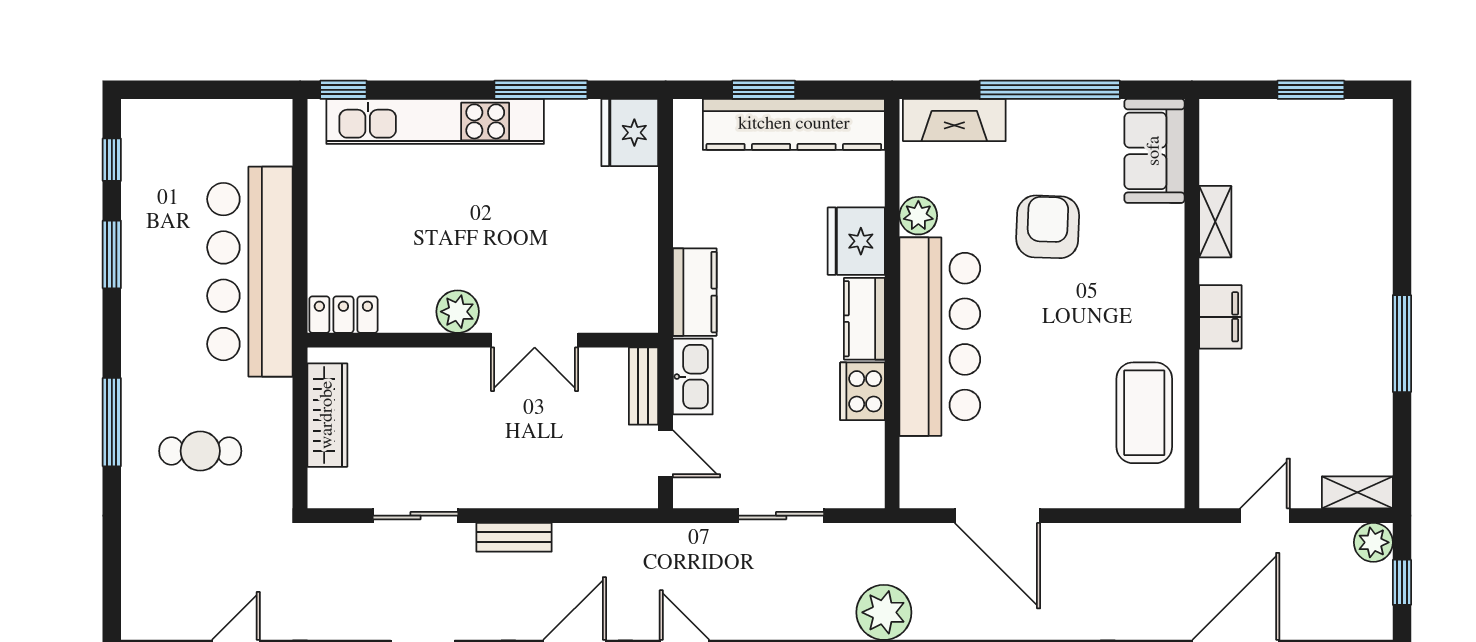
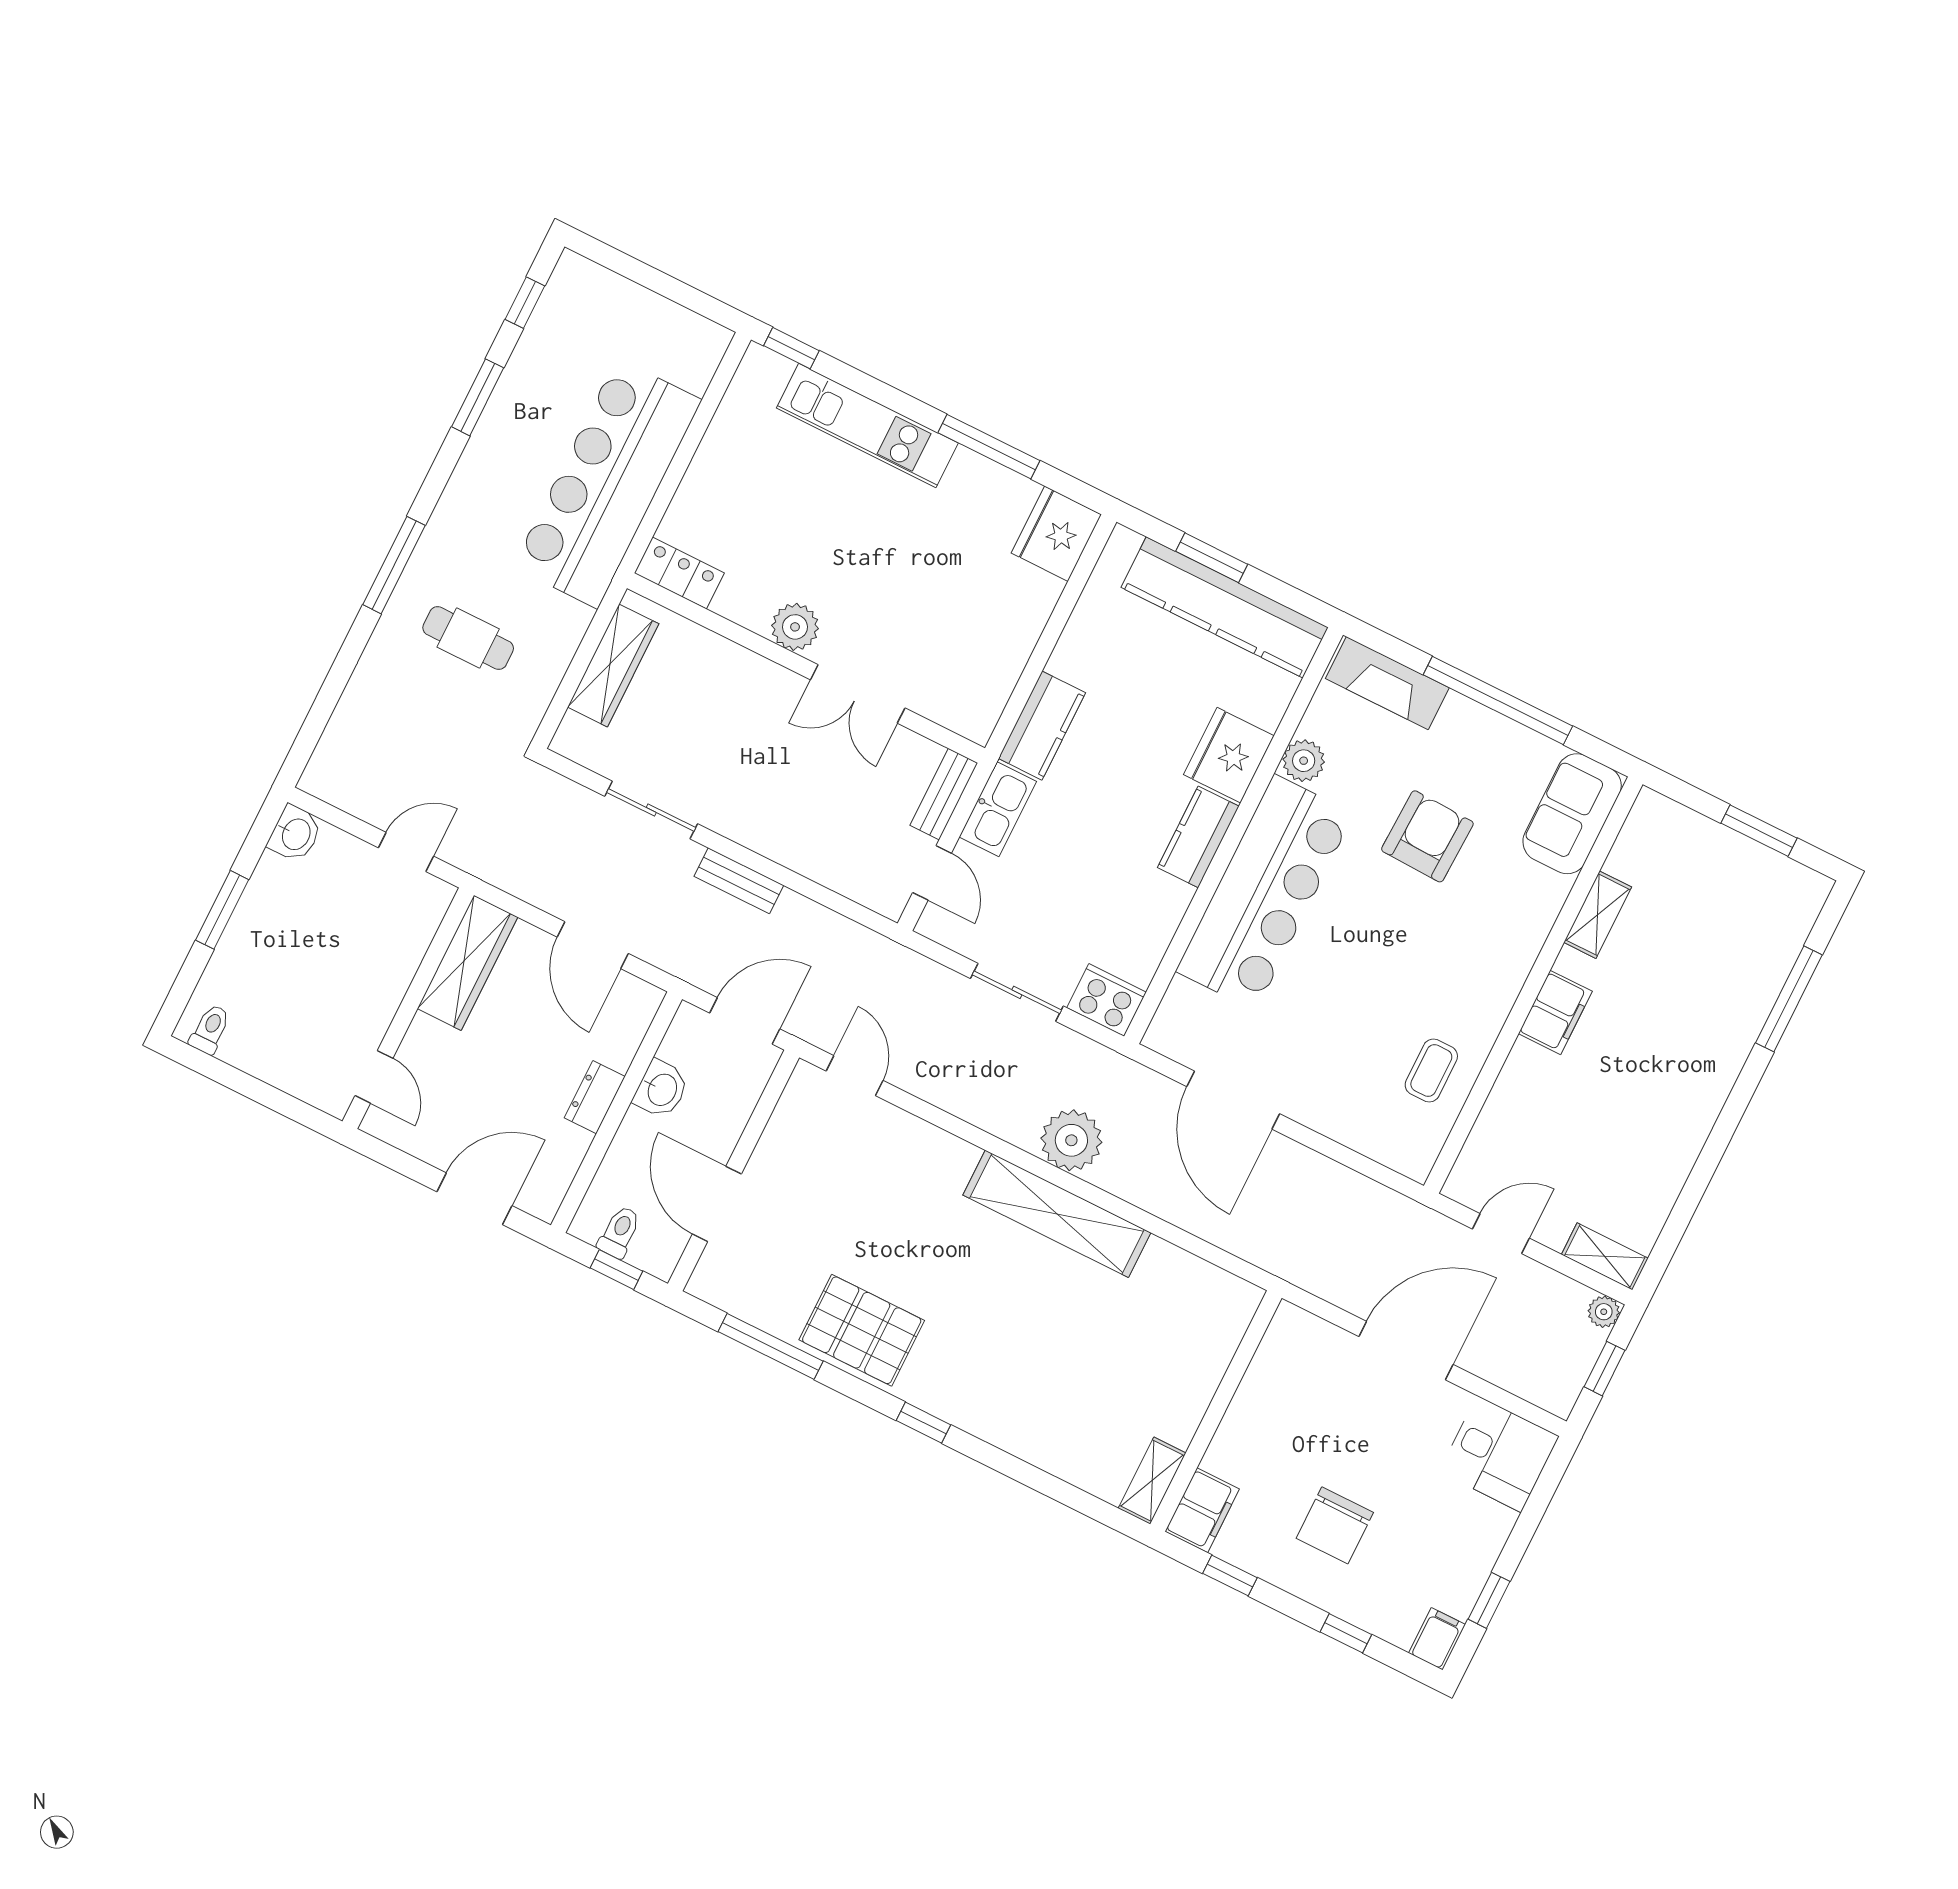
kitchen unit: (435, 121) -> (867, 426), width x0.73
window: (1402, 344) -> (1789, 999), moved
cooker: (863, 391) -> (1106, 1000), moved, turned 90
coffee table: (1144, 413) -> (1431, 1071), width x0.54, depth x0.58
plant: (1373, 542) -> (1604, 1312), width x0.73, depth x0.73

